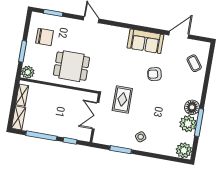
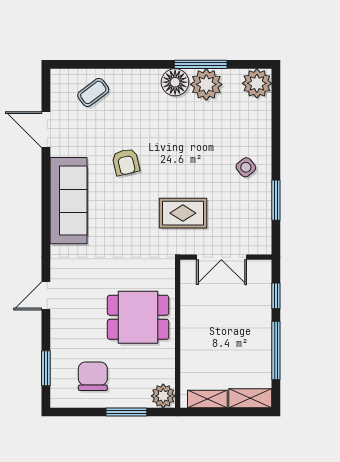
sofa: (145, 41) -> (68, 201), width x1.36
dining table: (72, 66) -> (138, 317), turned 90

